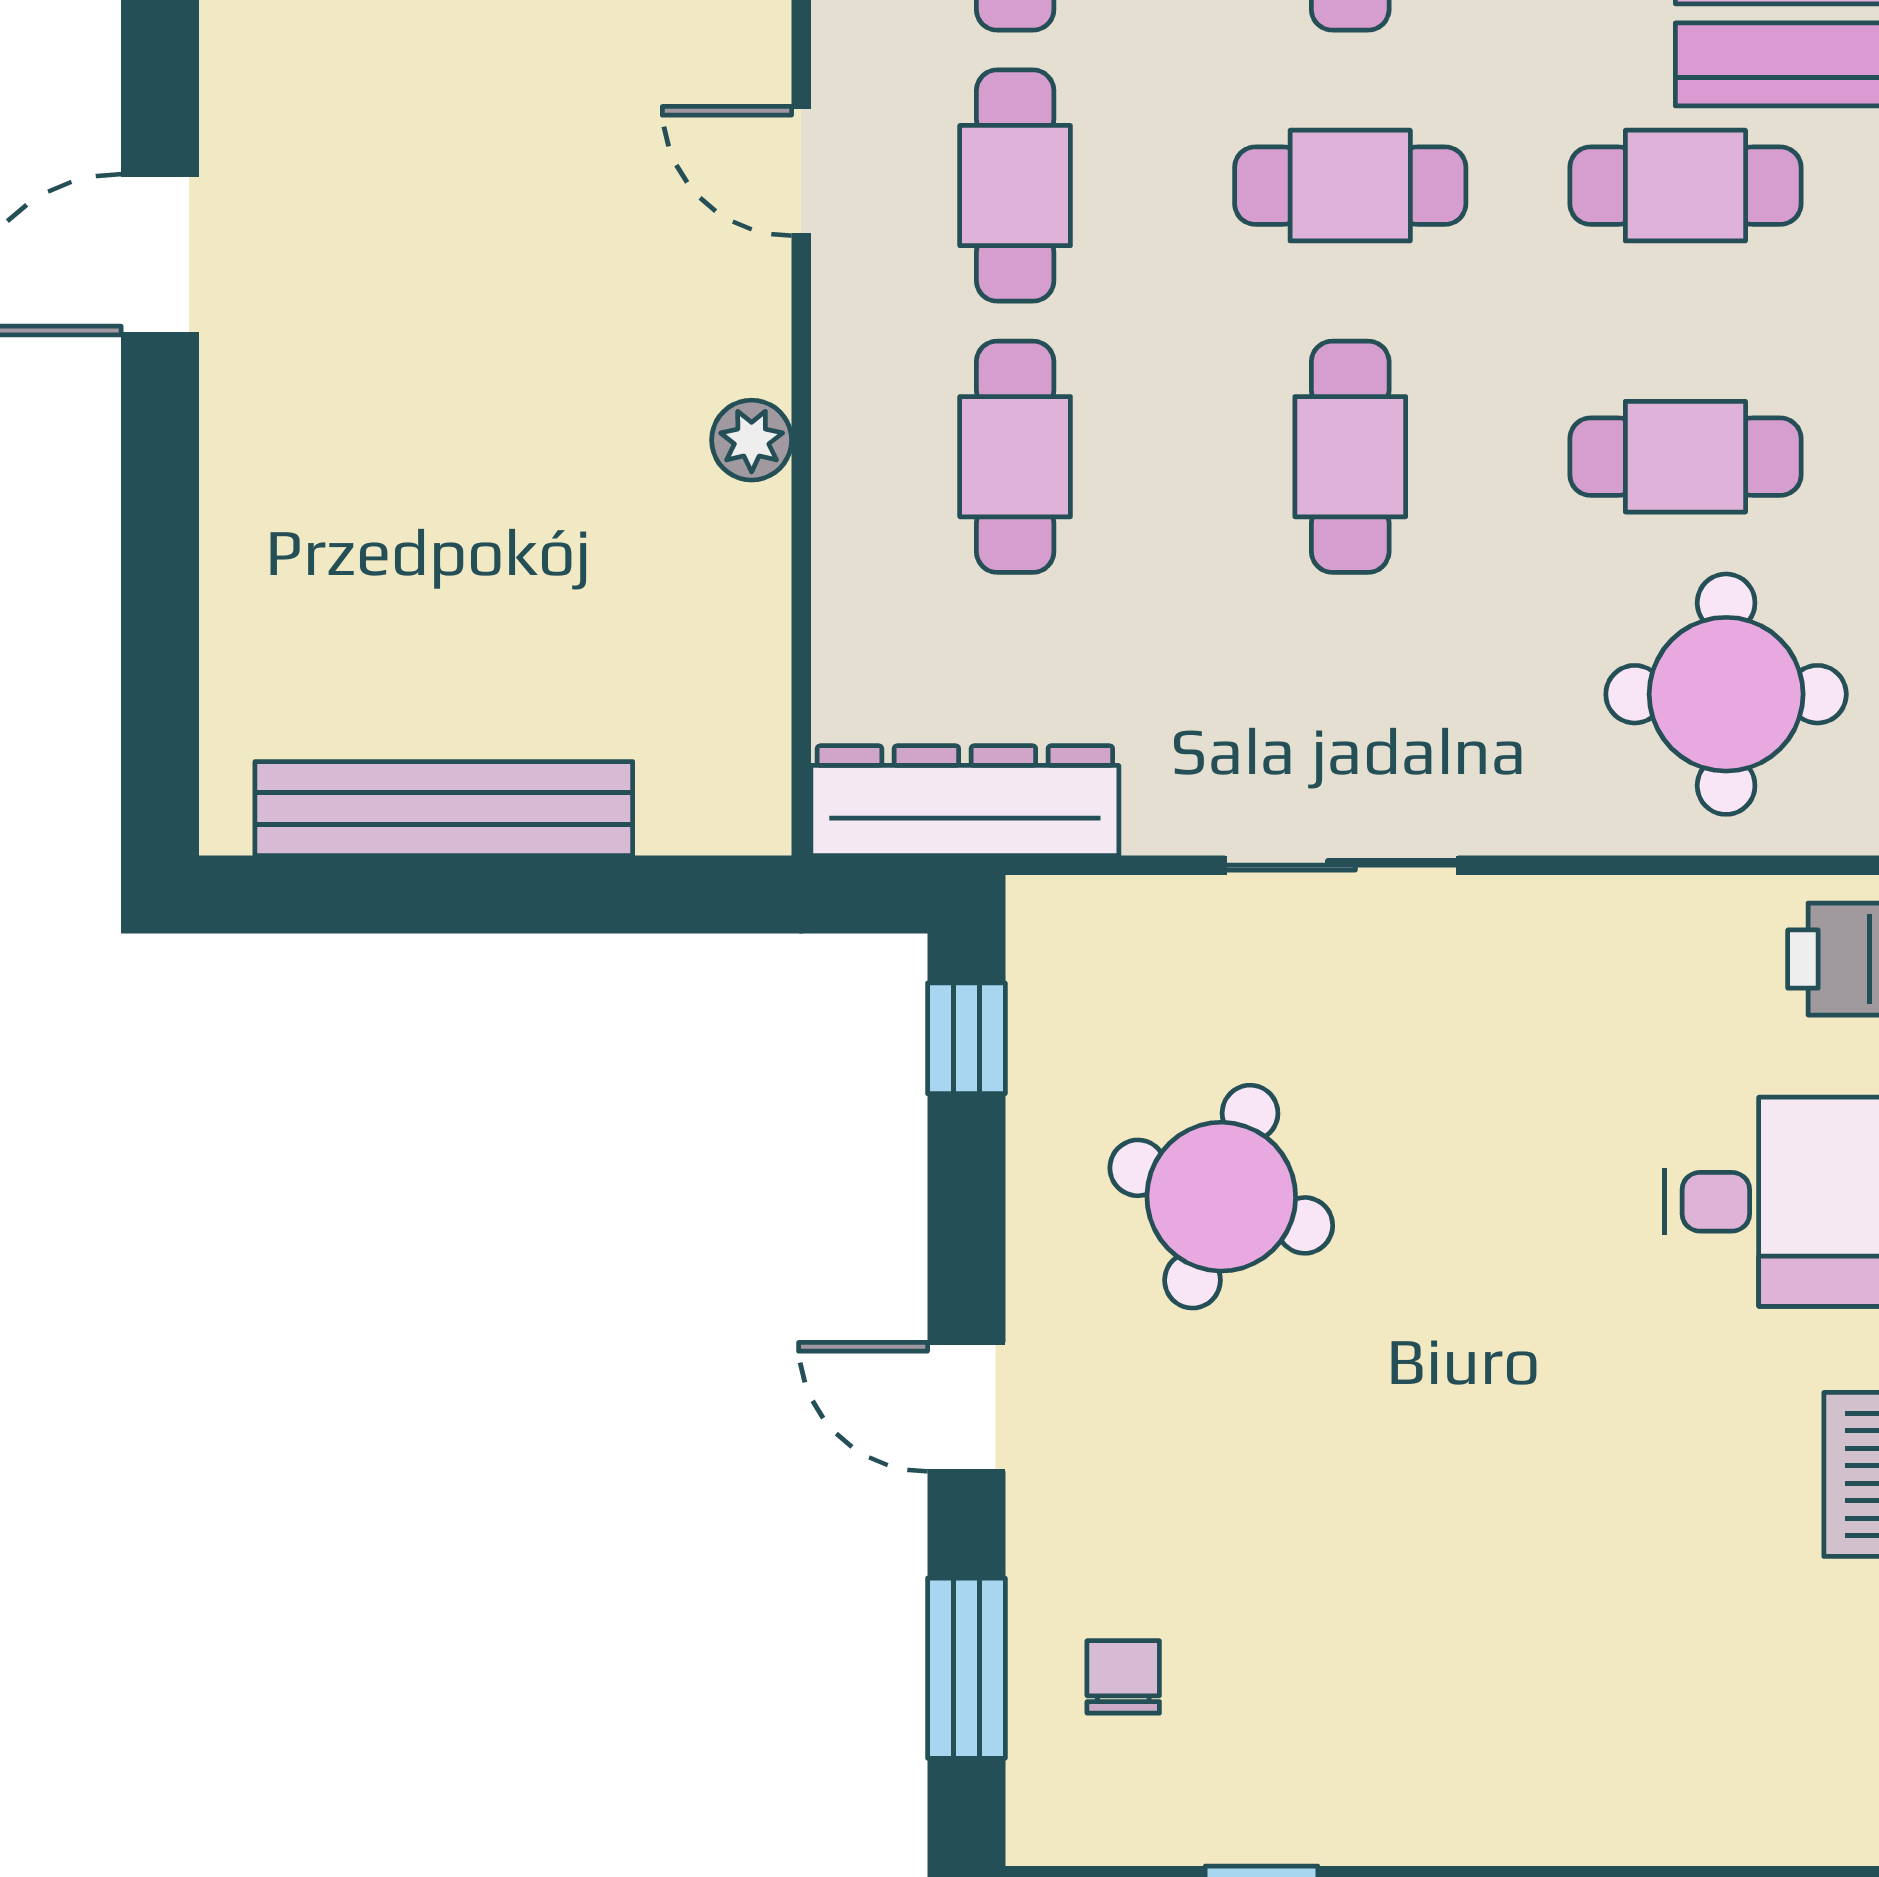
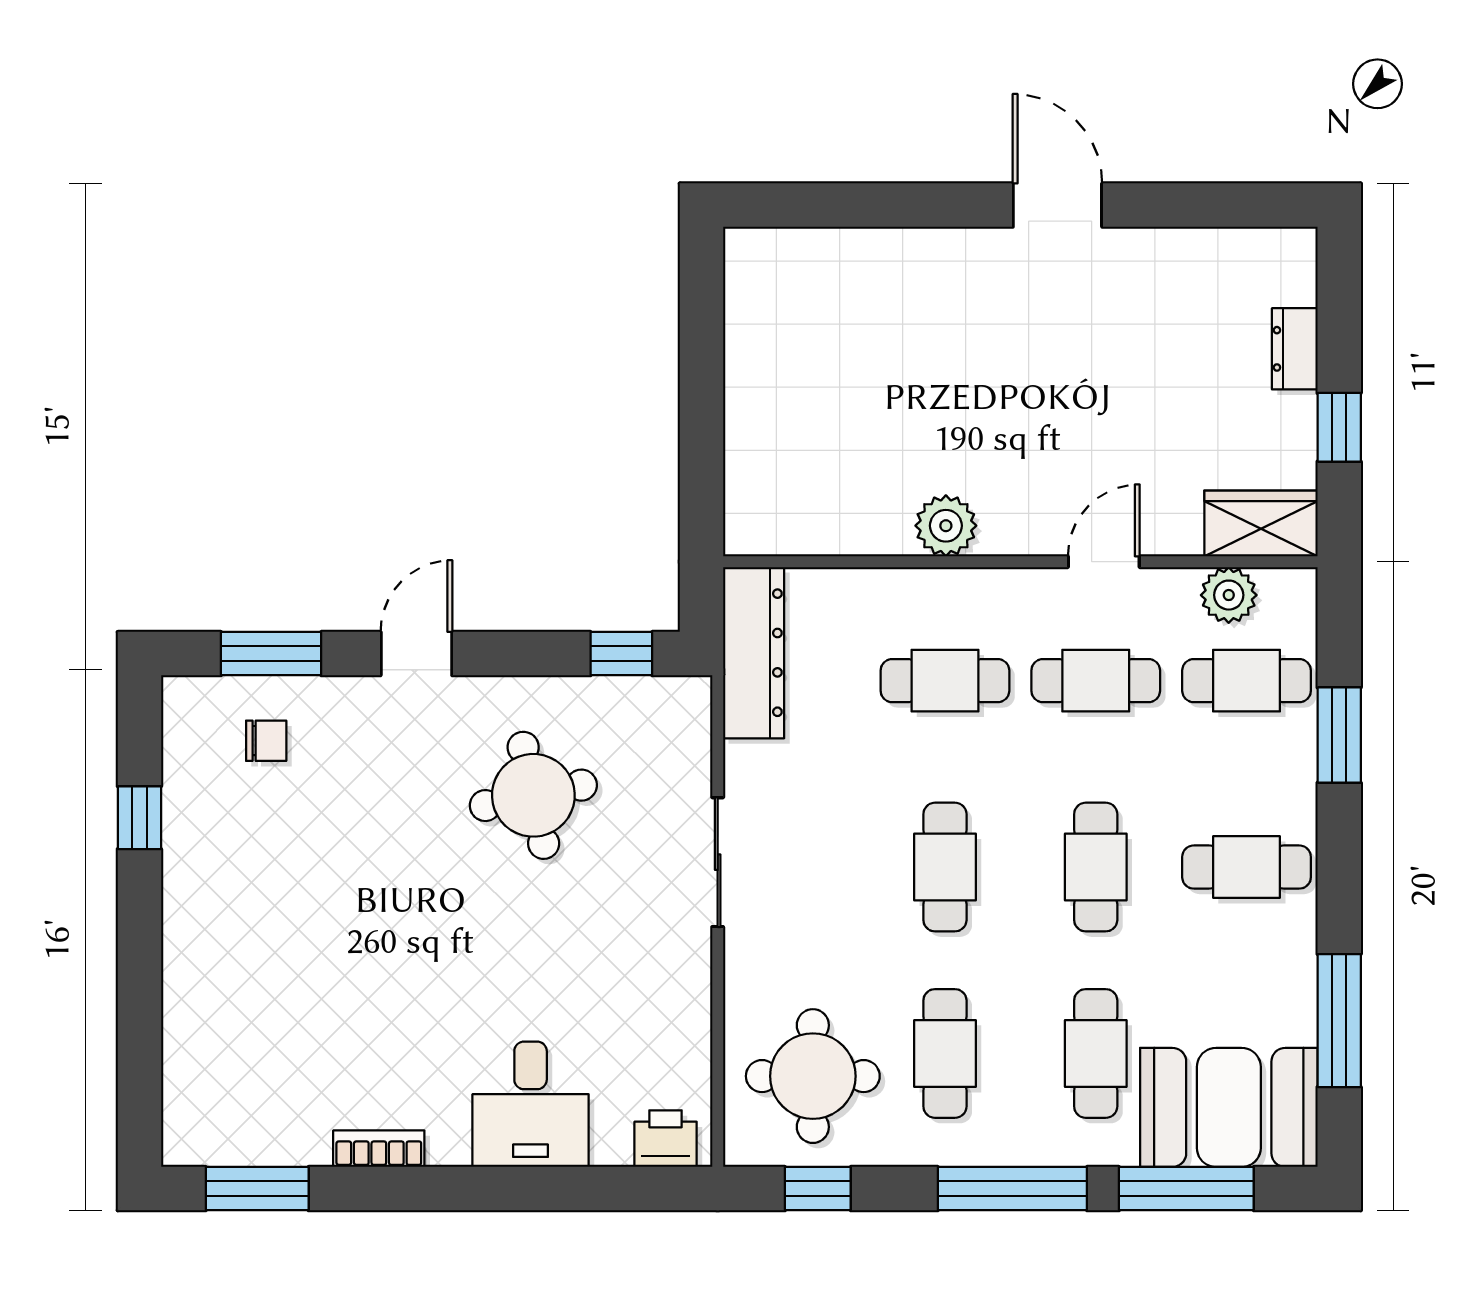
plant: (752, 440) -> (946, 526), width x1.38, depth x1.38
cafe table: (1350, 457) -> (945, 867), turned 90
bench: (444, 809) -> (749, 363), removed
round table: (1221, 1197) -> (533, 795), turned -31

